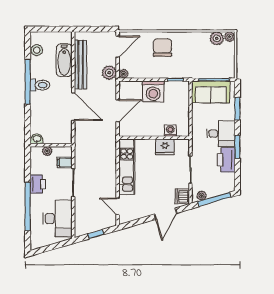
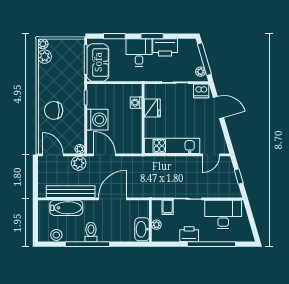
door: (118, 111) -> (104, 155), moved
washbasin: (37, 139) -> (142, 229), width x1.91, depth x1.45

